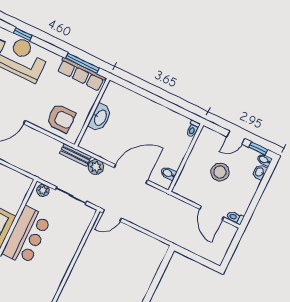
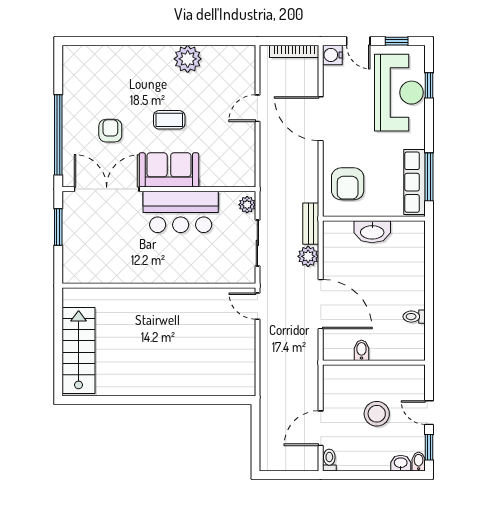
toilet: (193, 129) -> (414, 317), moved
bidet: (168, 173) -> (361, 350), moved

